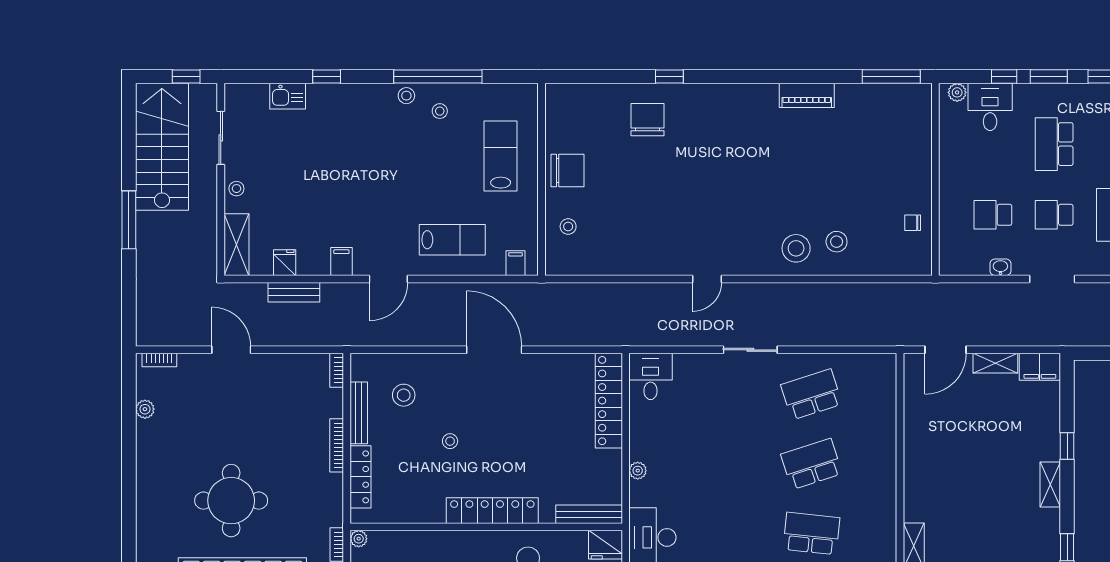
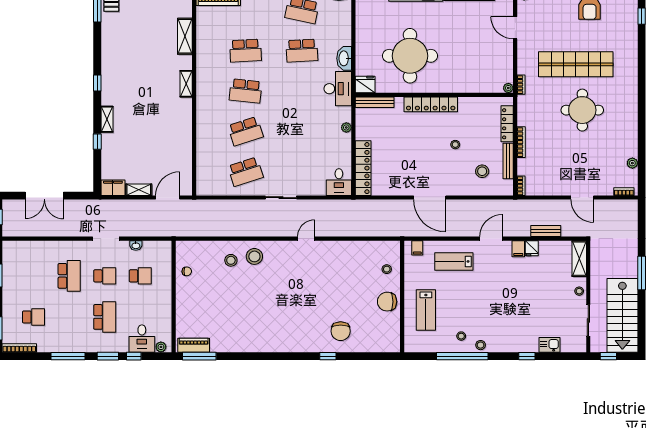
piano: (807, 95) -> (194, 345), moved
fridge: (285, 263) -> (532, 248), moved

